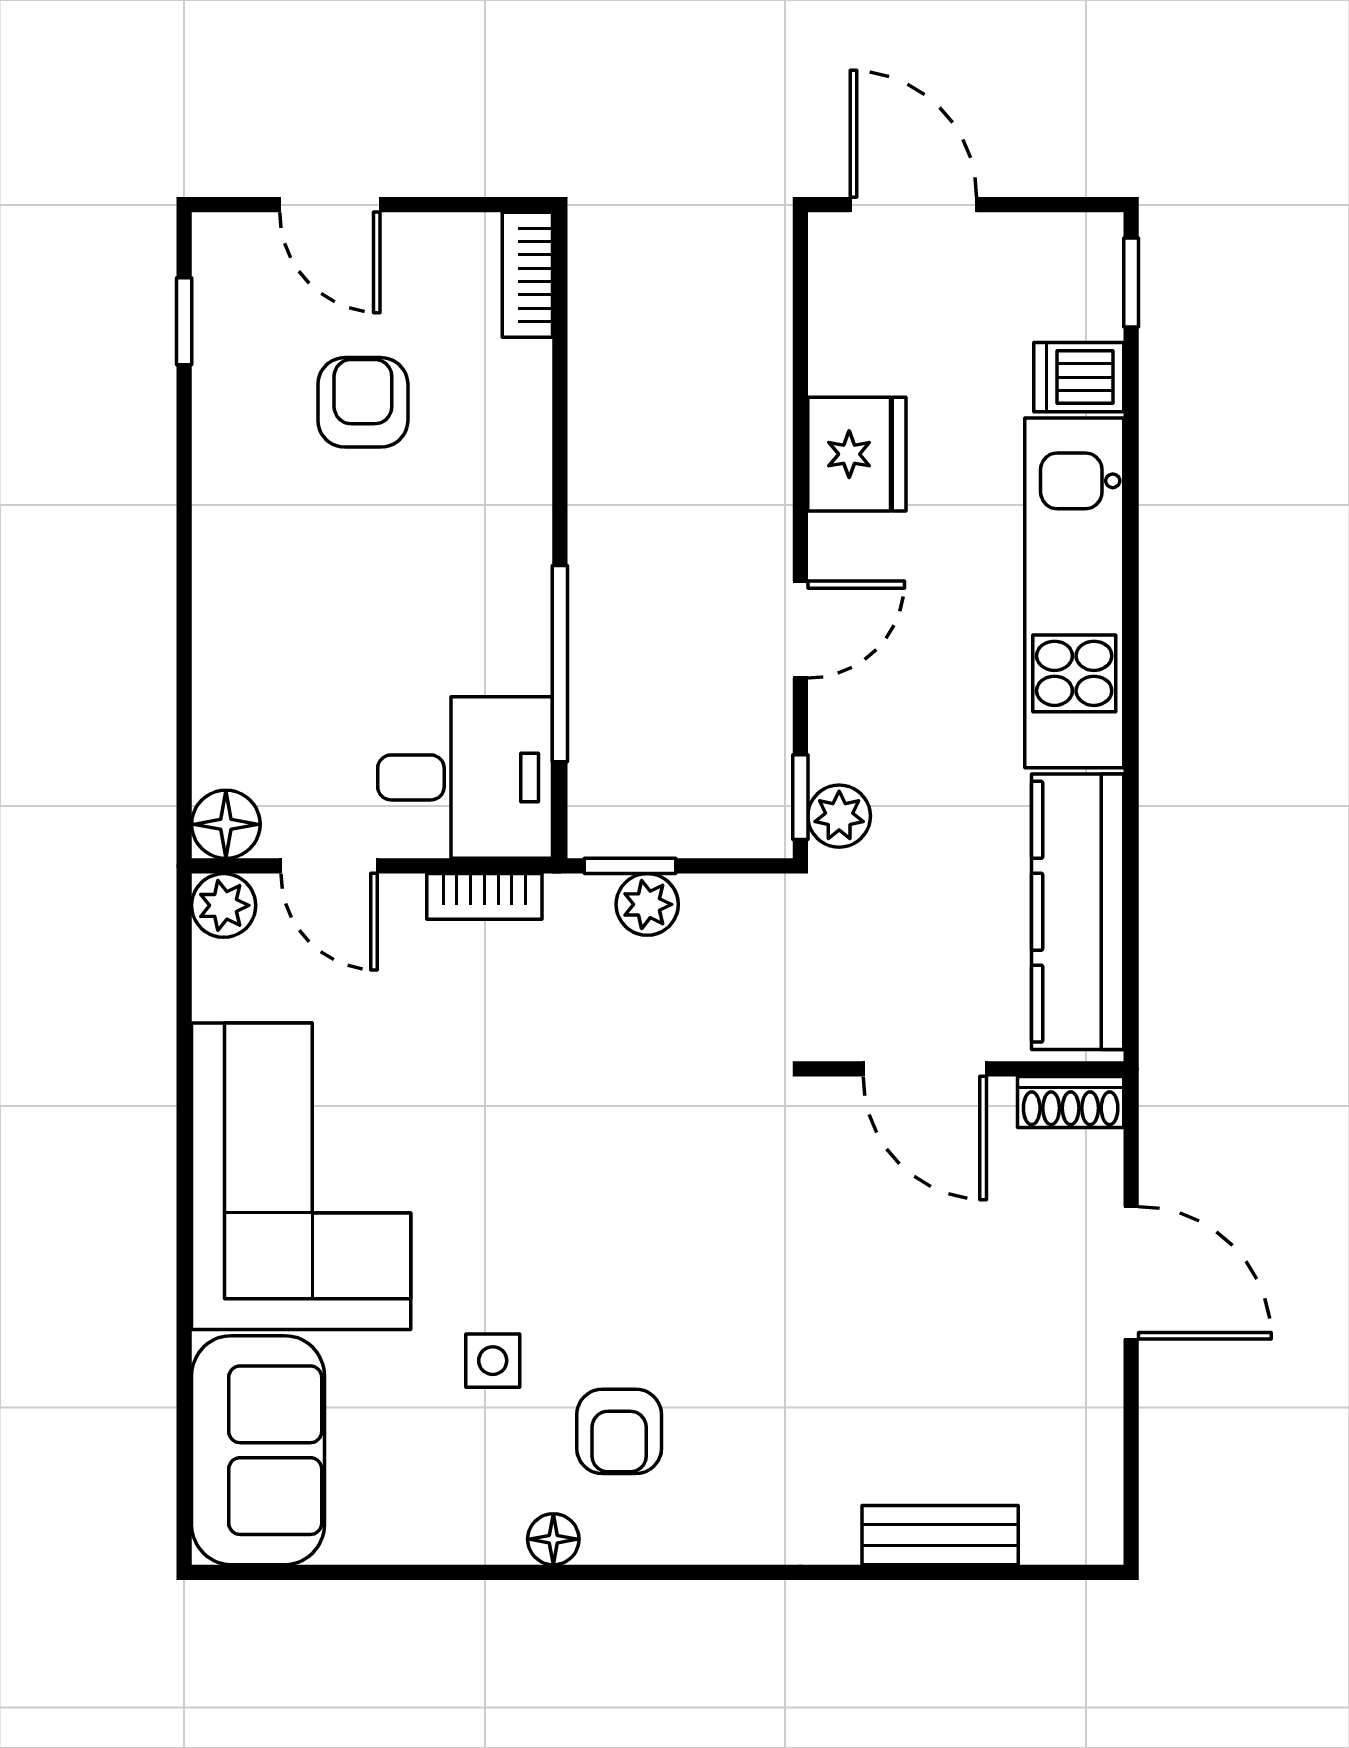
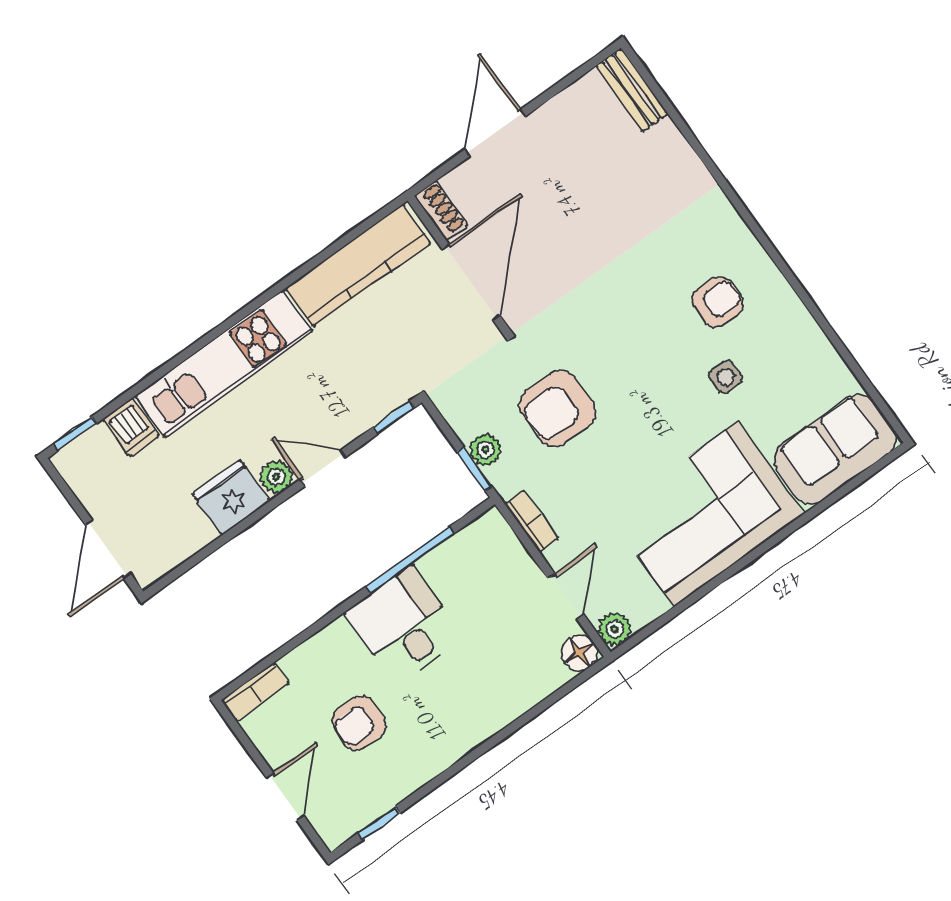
desk: (465, 777) -> (404, 625), moved
plant: (839, 816) -> (276, 477), moved
armchair: (632, 1063) -> (557, 408), added
door: (925, 1069) -> (471, 282), width x1.36
bench: (940, 1535) -> (632, 90), moved
floor lamp: (553, 1539) -> (783, 297), removed

